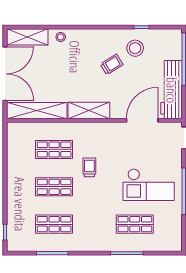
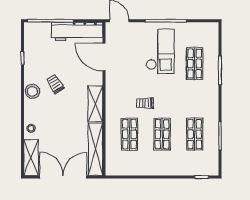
stool: (135, 48) -> (32, 91), moved

